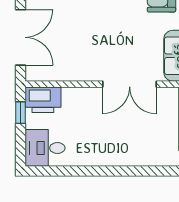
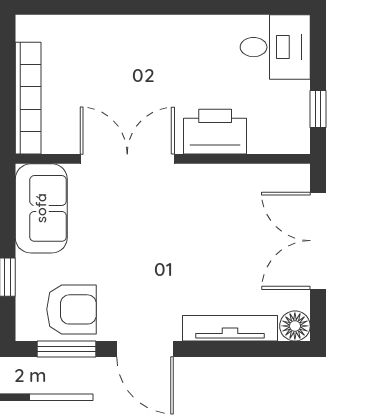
printer: (43, 100) -> (215, 132), moved

